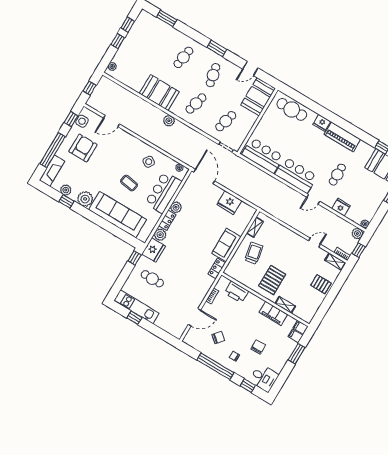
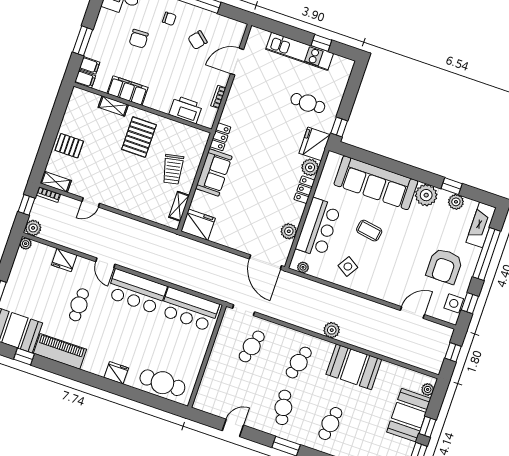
booth: (258, 97) -> (409, 415), moved
piano: (342, 137) -> (60, 351), moved
door: (313, 199) -> (105, 263), swing flipped
fridge: (229, 203) -> (198, 225), moved
plant: (176, 207) -> (289, 231), moved
kitchen unit: (137, 307) -> (300, 51), moved

